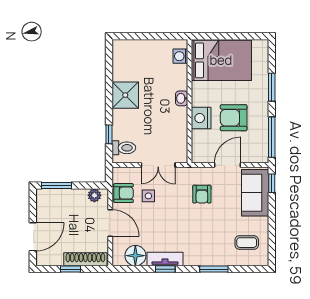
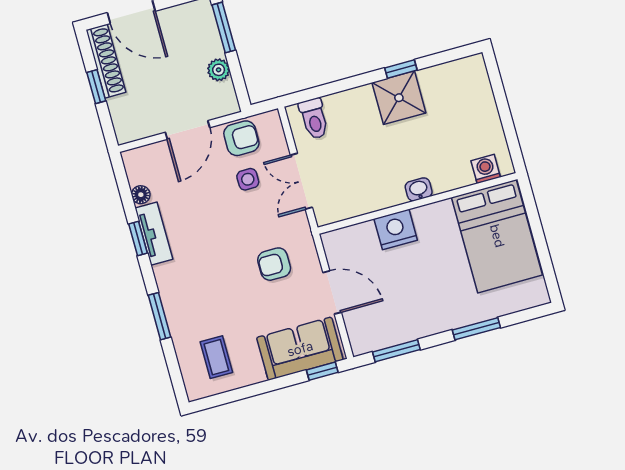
armchair: (234, 118) -> (411, 281), removed
window: (109, 134) -> (401, 69), moved
window: (272, 137) -> (396, 351), width x0.69
armchair: (124, 193) -> (241, 138), turned -90
plant: (94, 195) -> (219, 70), moved
floor lamp: (135, 256) -> (141, 195), width x0.53, depth x0.53
shoe rack: (85, 259) -> (106, 61), moved

